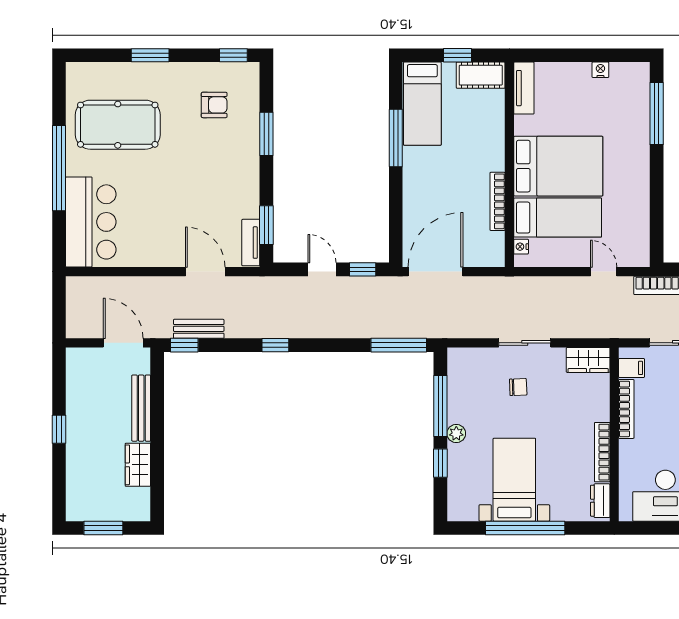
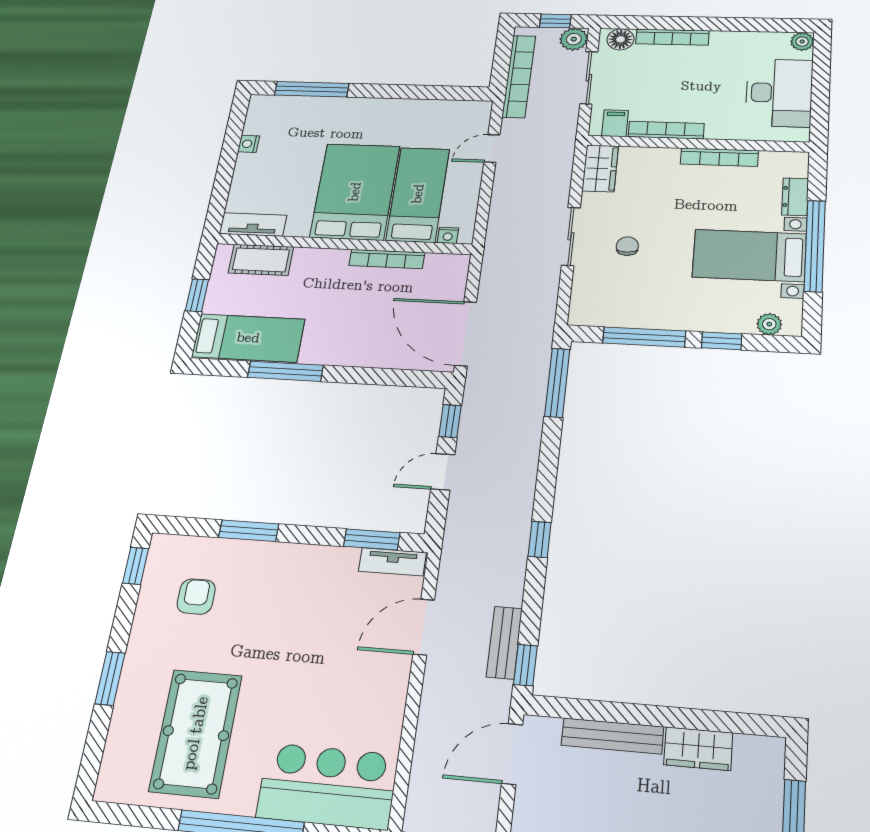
cot: (481, 75) -> (261, 260), moved, turned 90
plant: (456, 433) -> (769, 324), moved
dresser: (600, 501) -> (795, 197), moved, turned 90

